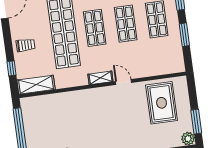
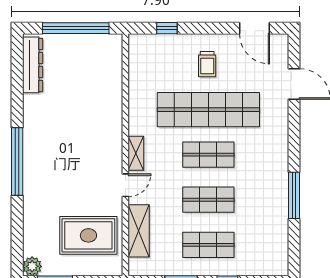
trolley: (26, 45) -> (207, 64), moved
shelving: (36, 85) -> (139, 231), moved

